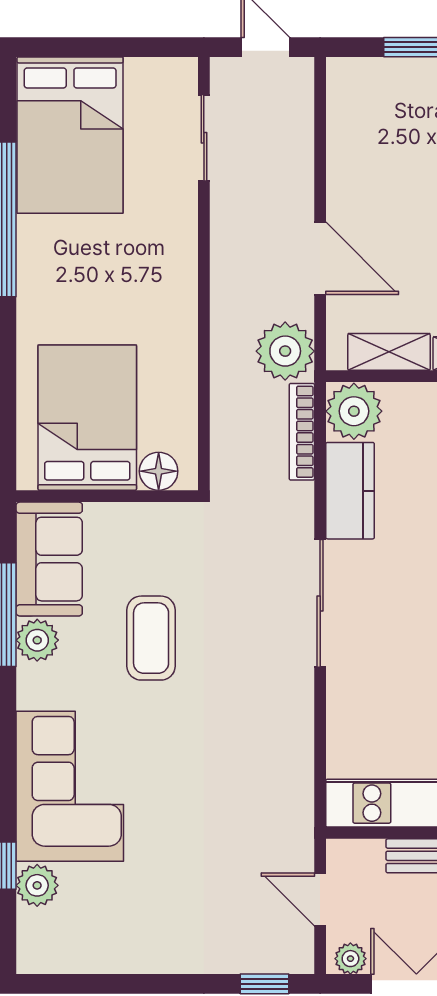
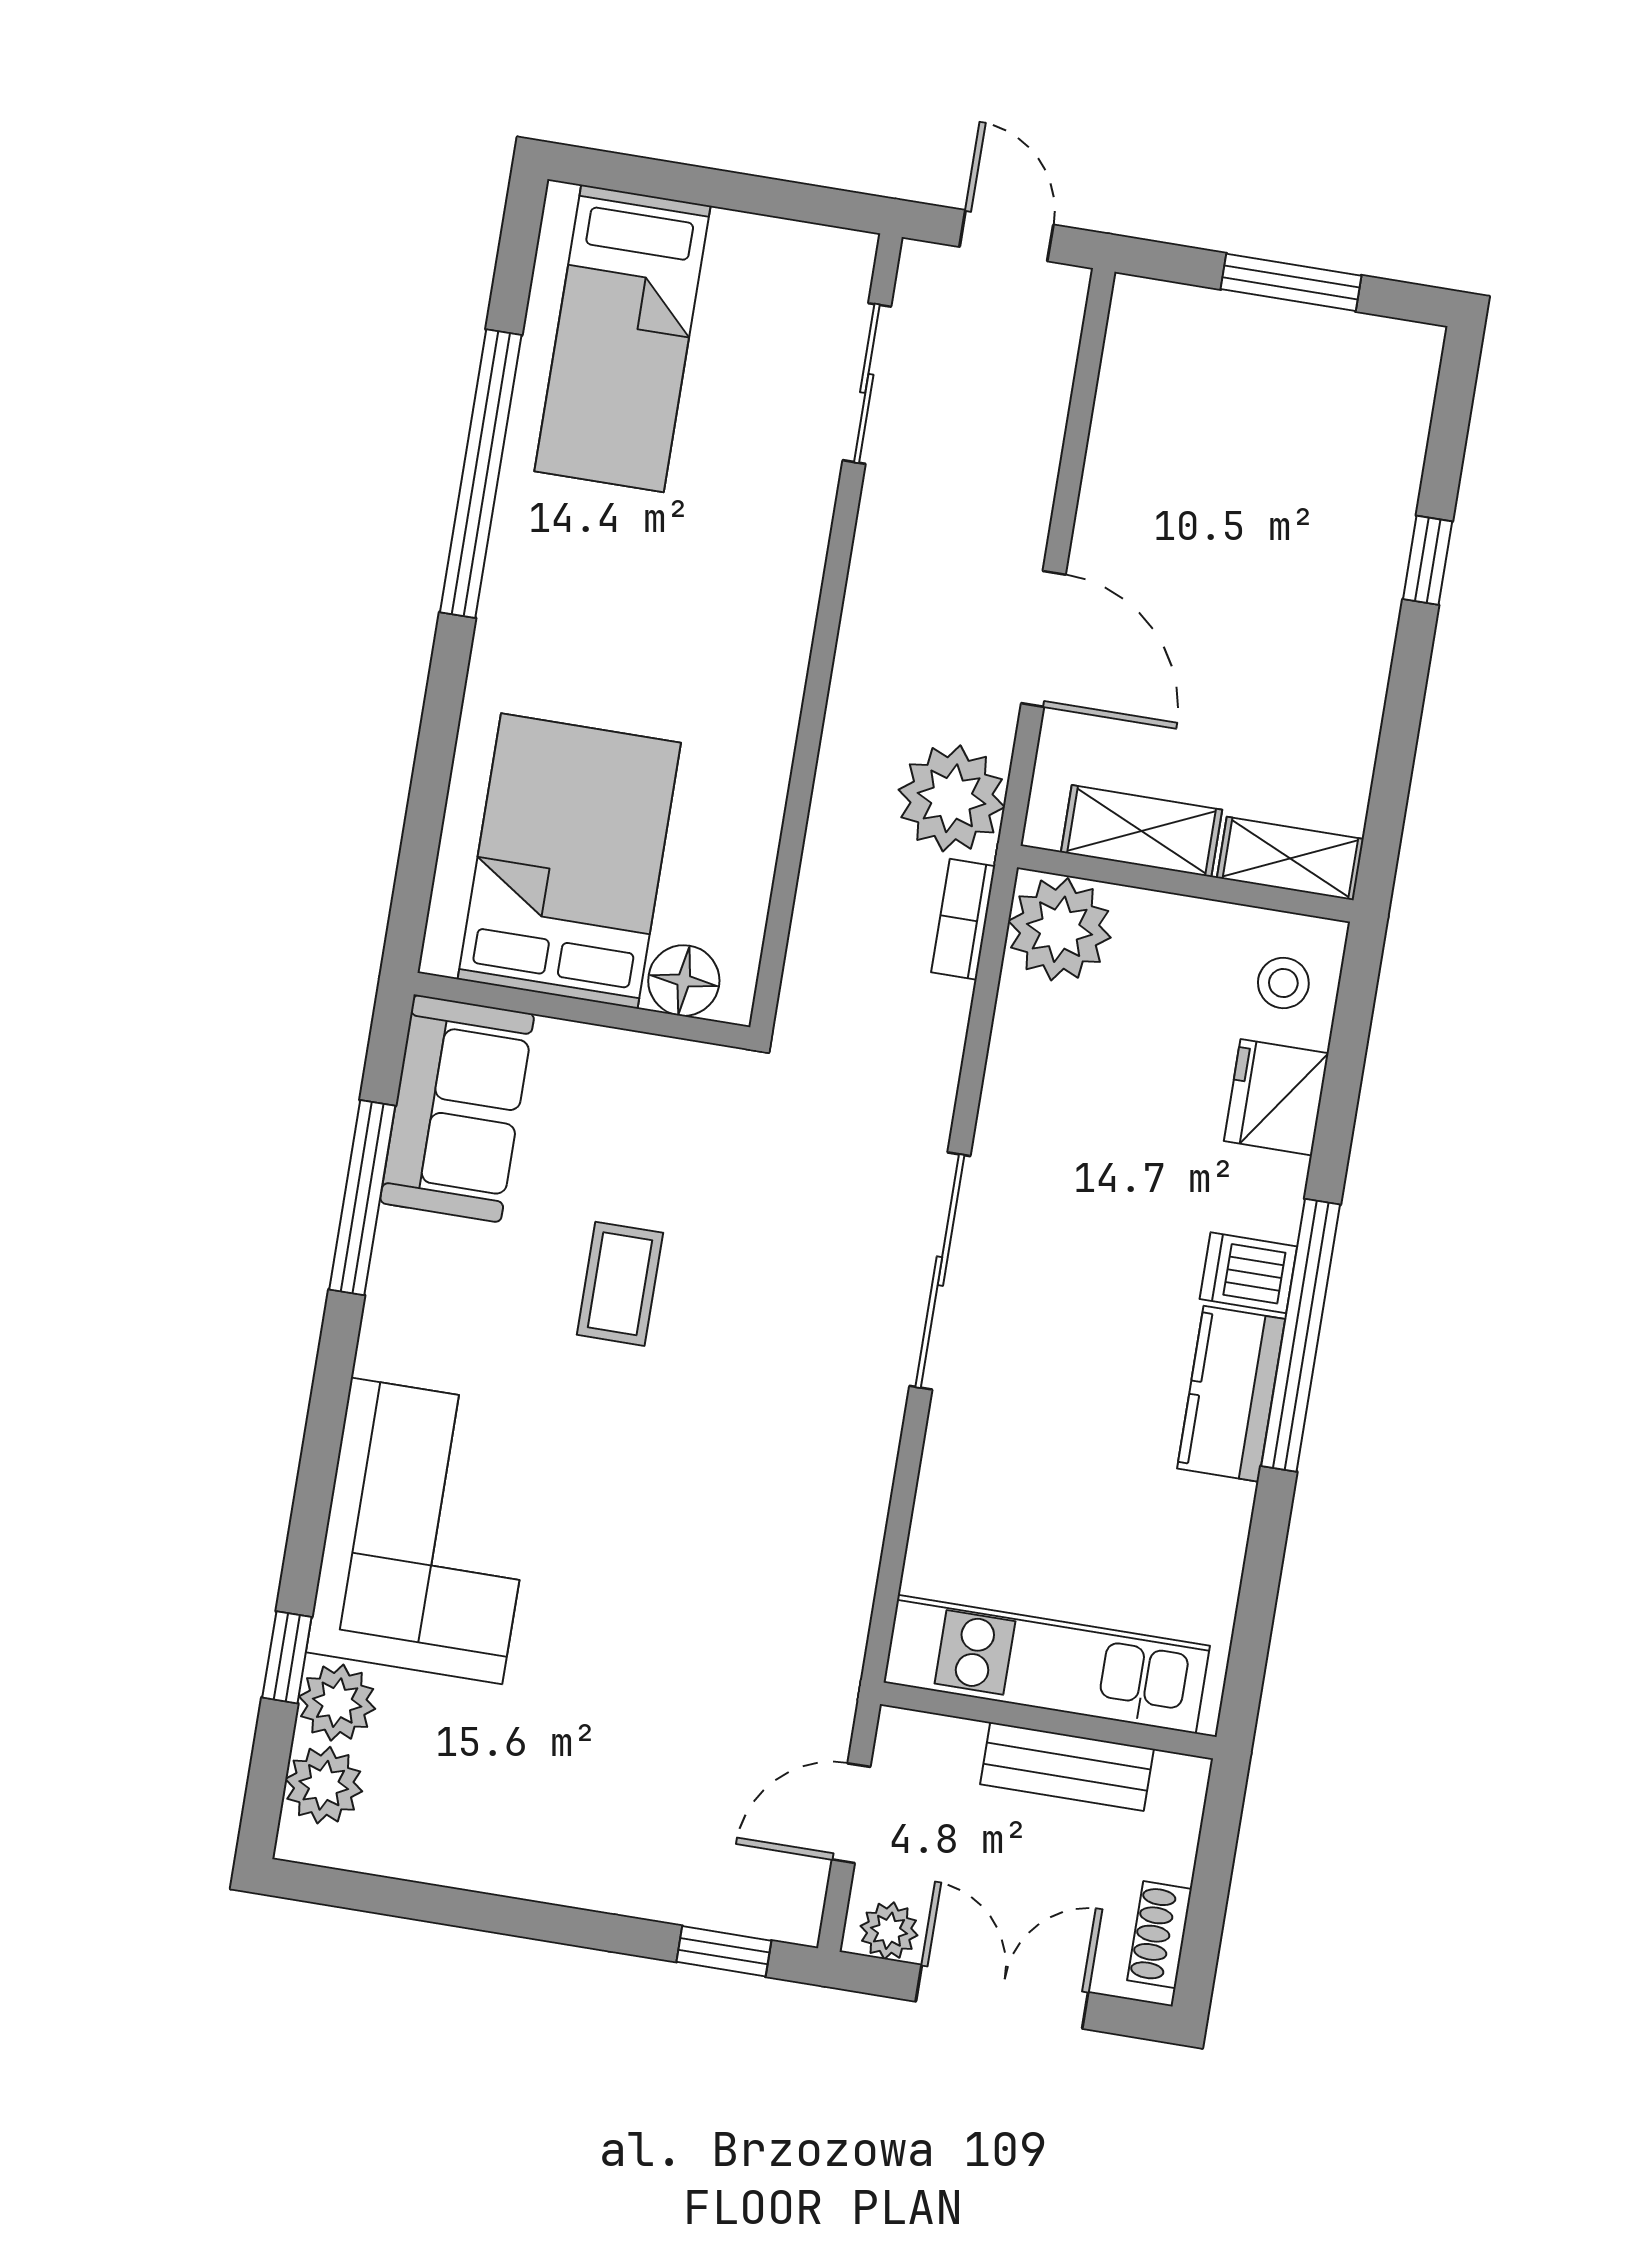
bed: (70, 135) -> (622, 338), width x0.67
bookcase: (302, 432) -> (963, 919), width x0.64
kitchen counter: (350, 491) -> (1029, 1074), removed
coffee table: (151, 638) -> (620, 1284), width x0.73, depth x0.77
plant: (37, 640) -> (324, 1785), moved
door: (320, 899) -> (851, 1813), hinge flipped

